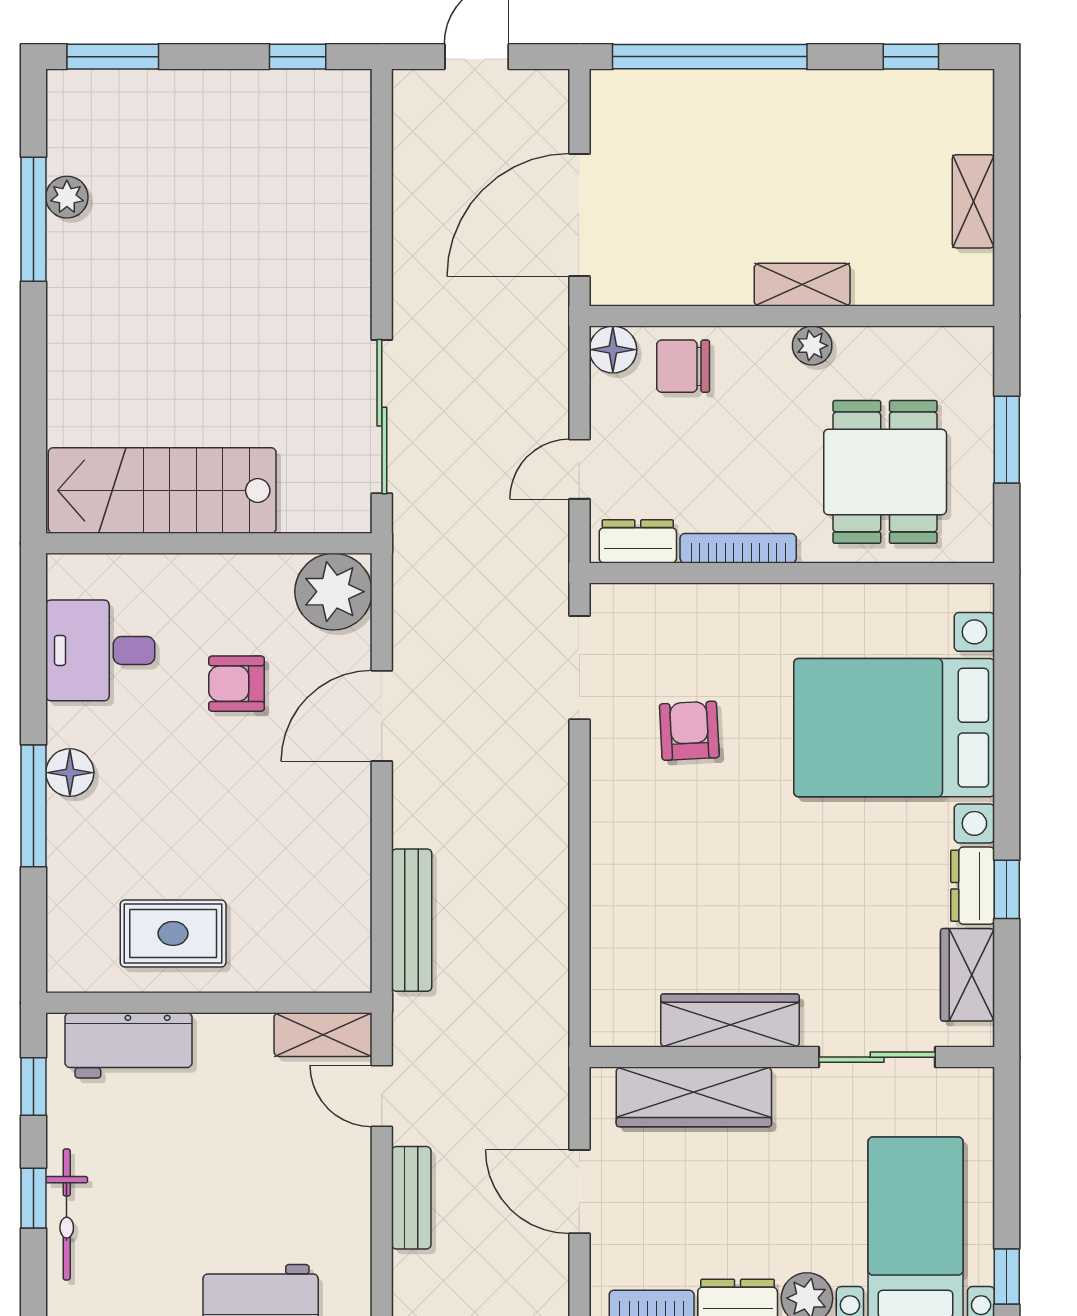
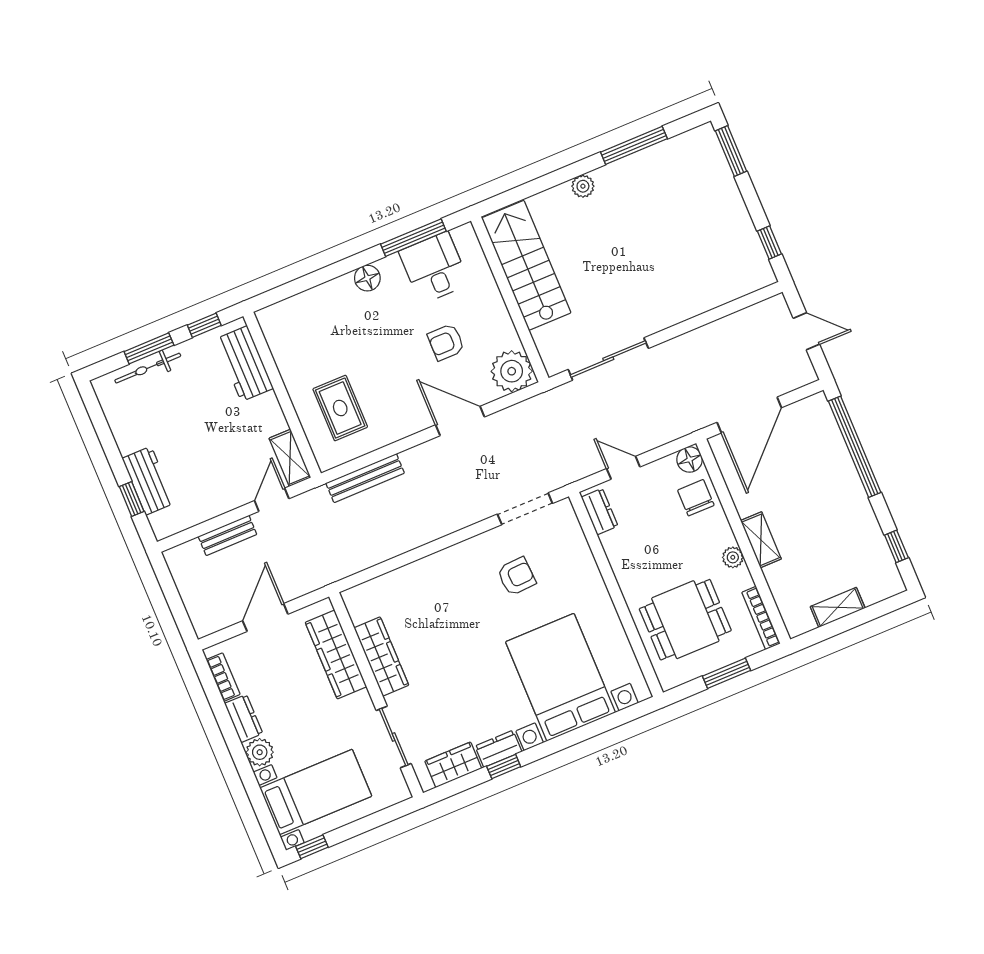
plant: (67, 197) -> (583, 186), moved
door: (579, 215) -> (749, 415), swing flipped
bookcase: (738, 548) -> (761, 618), moved, turned 180
armchair: (237, 684) -> (446, 342), turned -90
window: (34, 806) -> (413, 238), moved
rug: (173, 933) -> (340, 408), moved
window: (34, 1198) -> (149, 348), width x1.50

